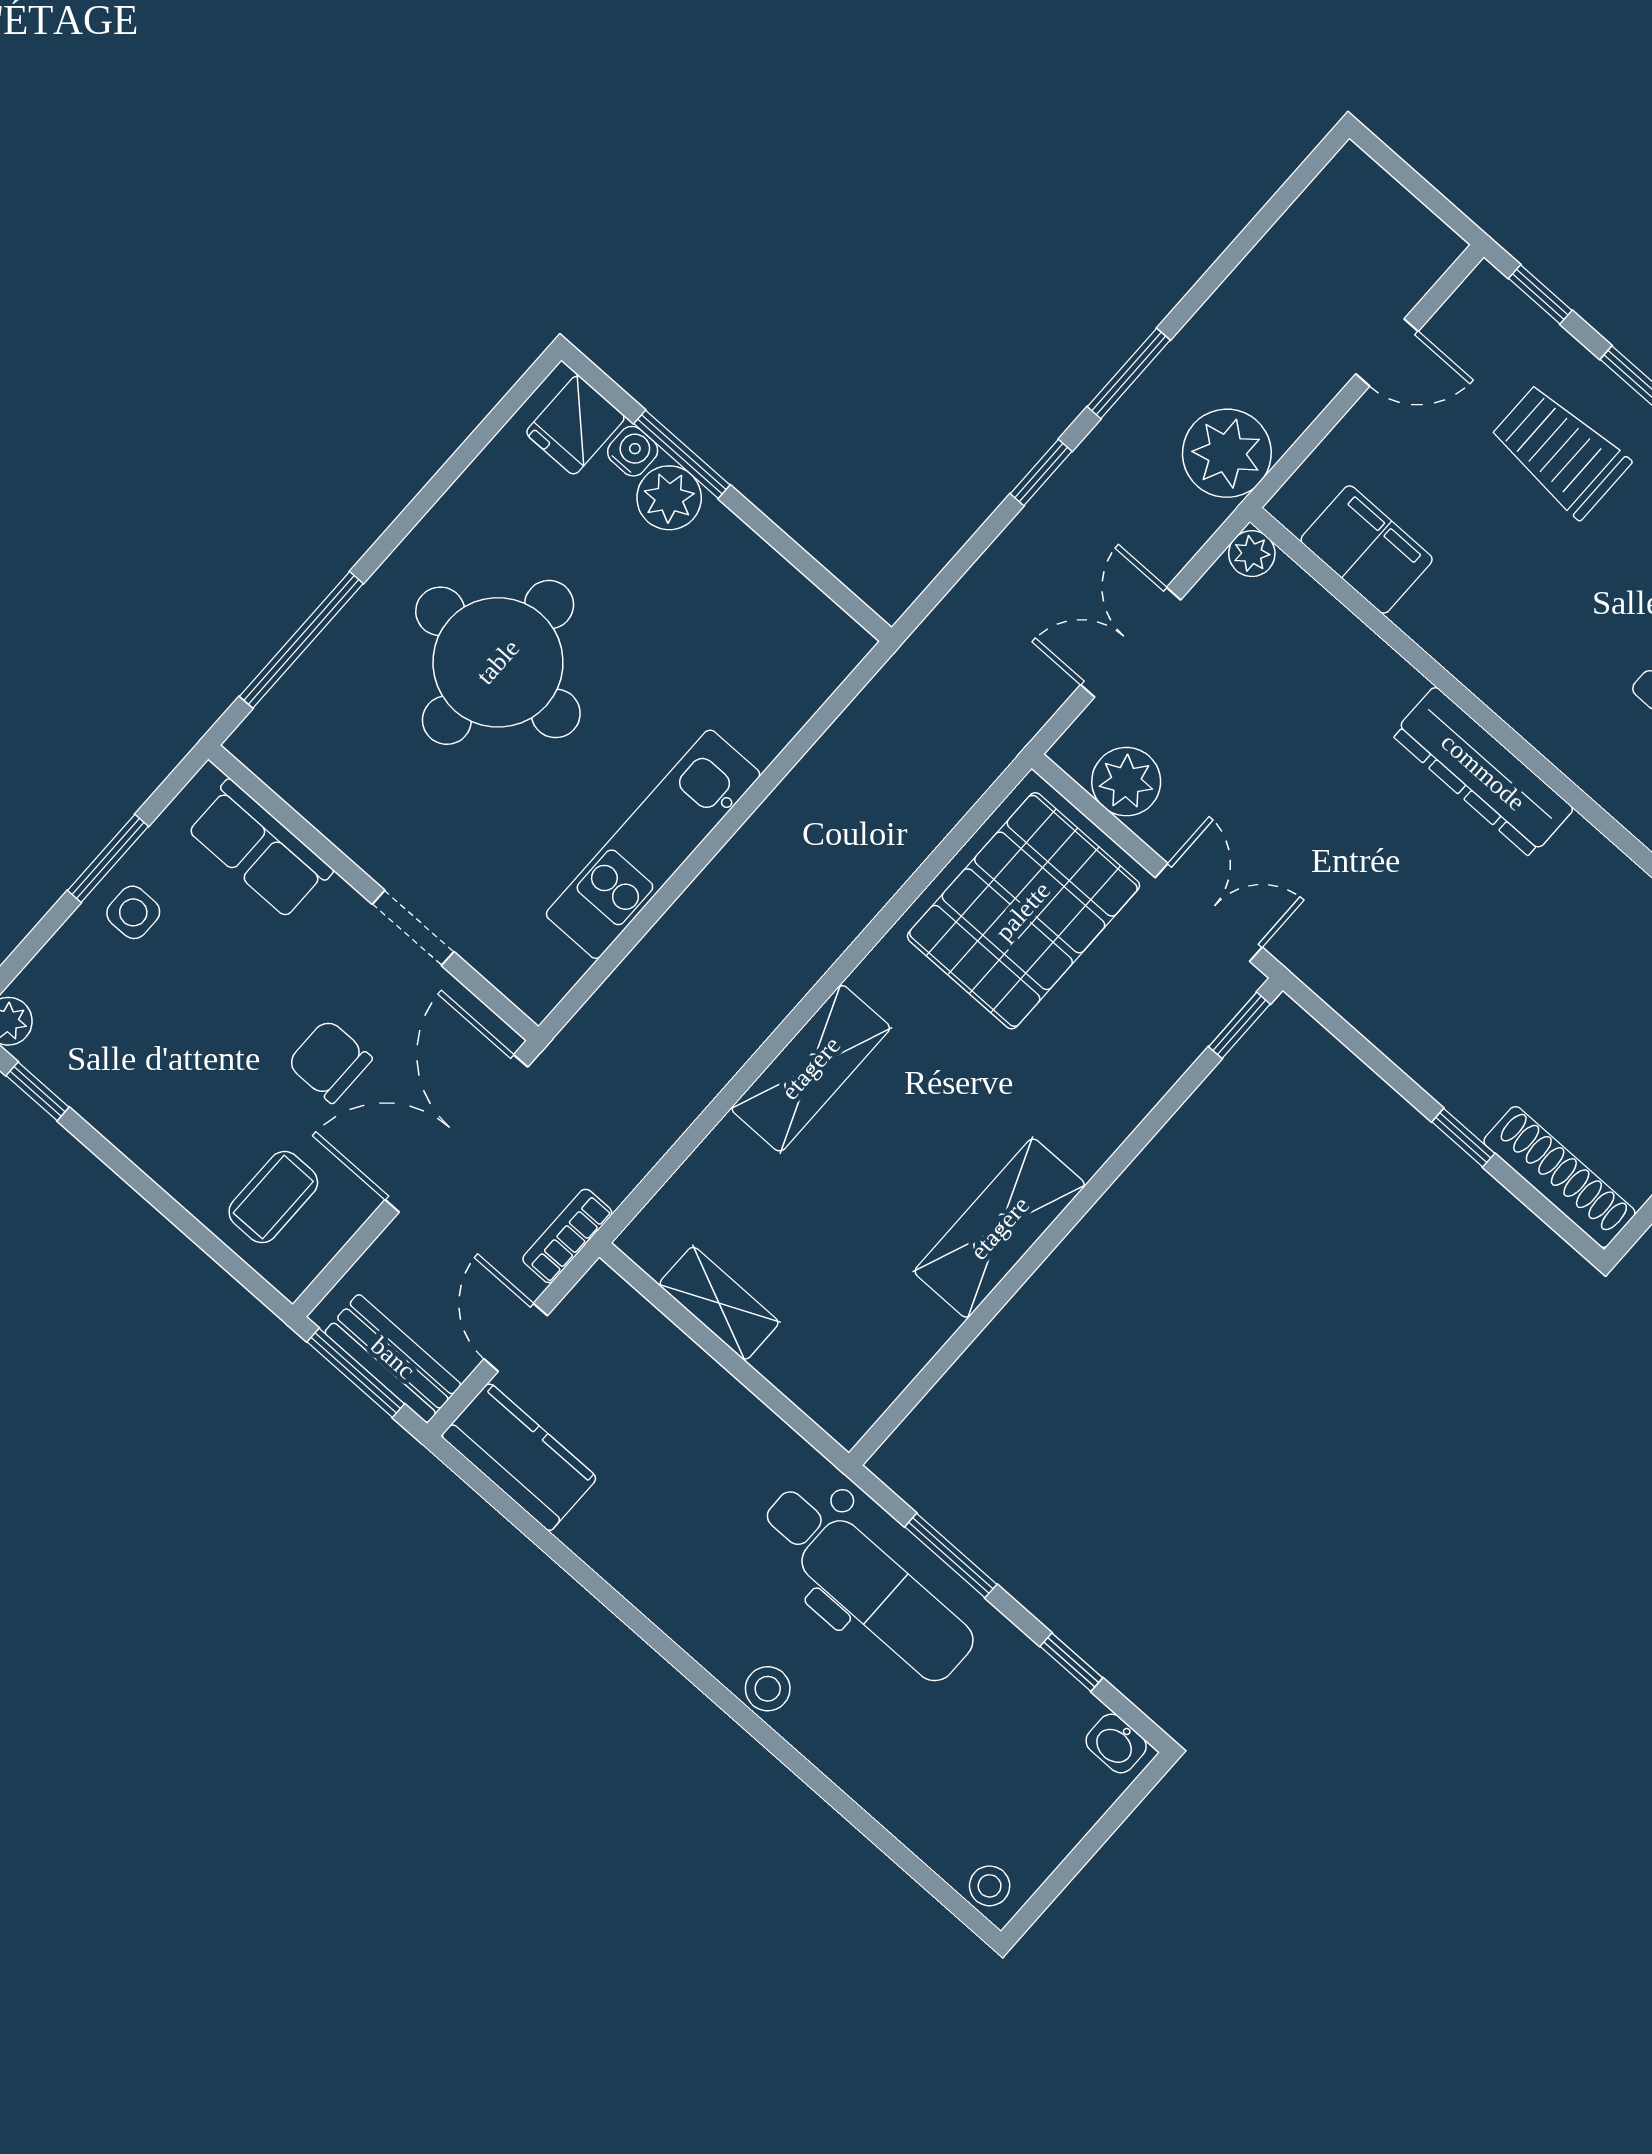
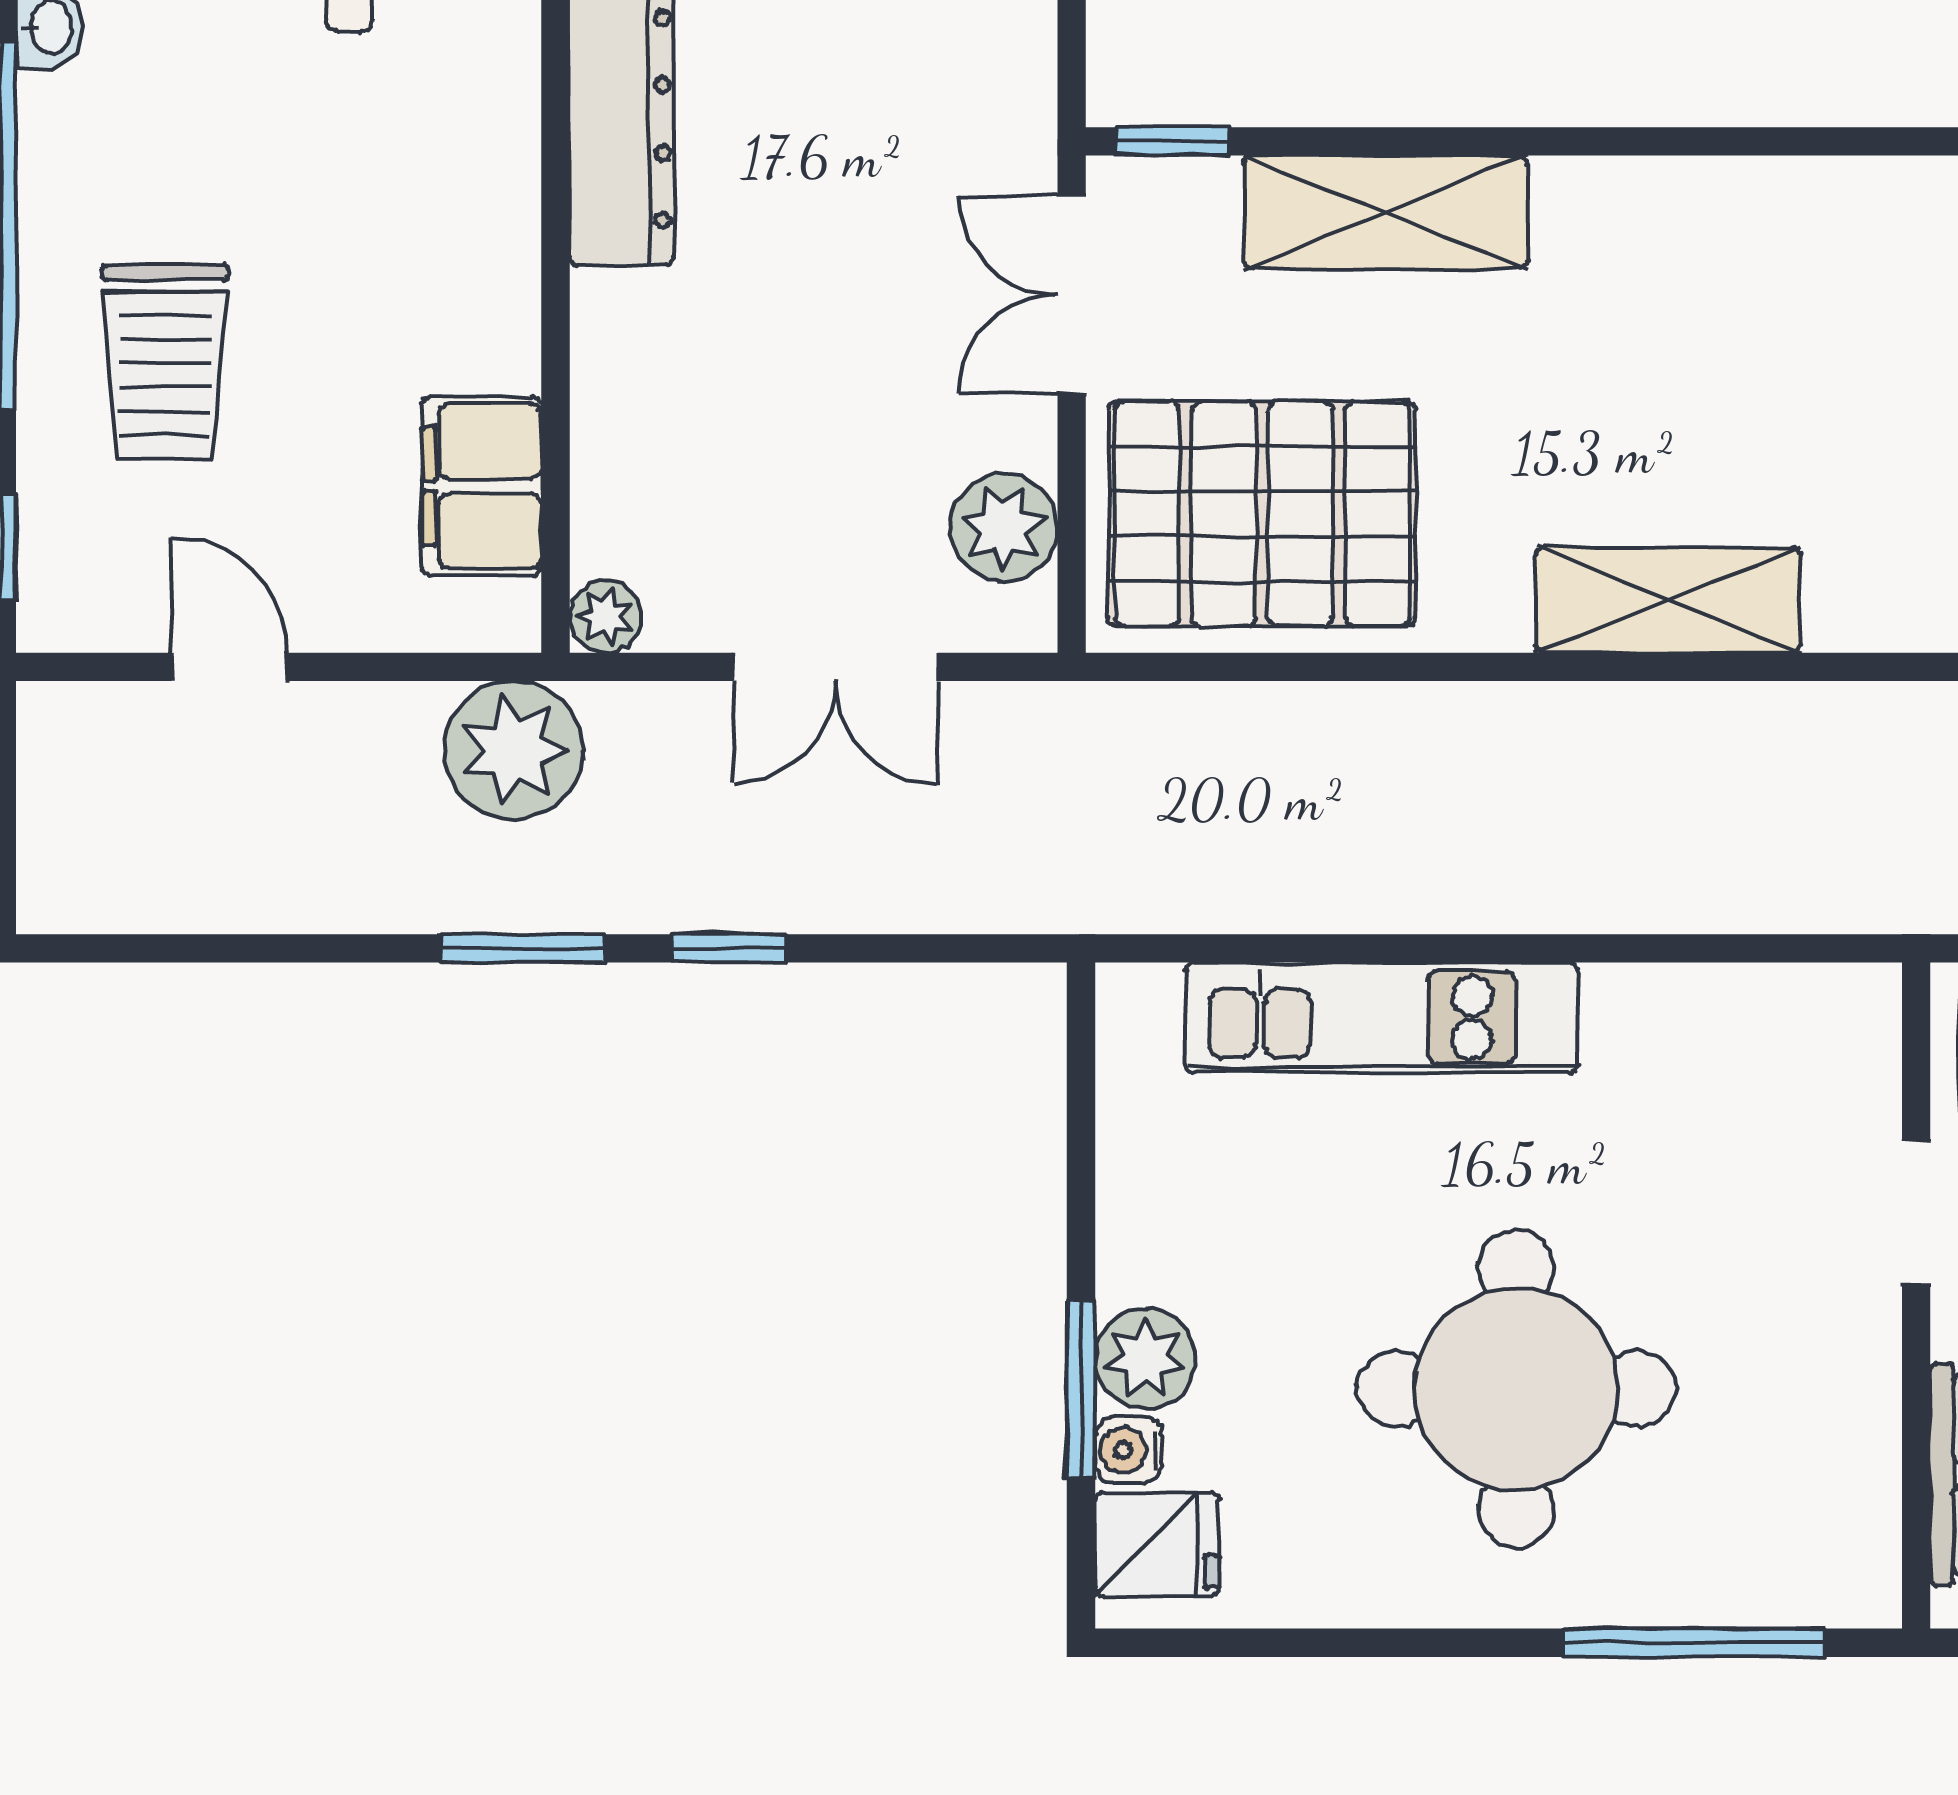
kitchen unit: (653, 844) -> (1382, 1018), moved
shelving: (1000, 1228) -> (1386, 212), moved

